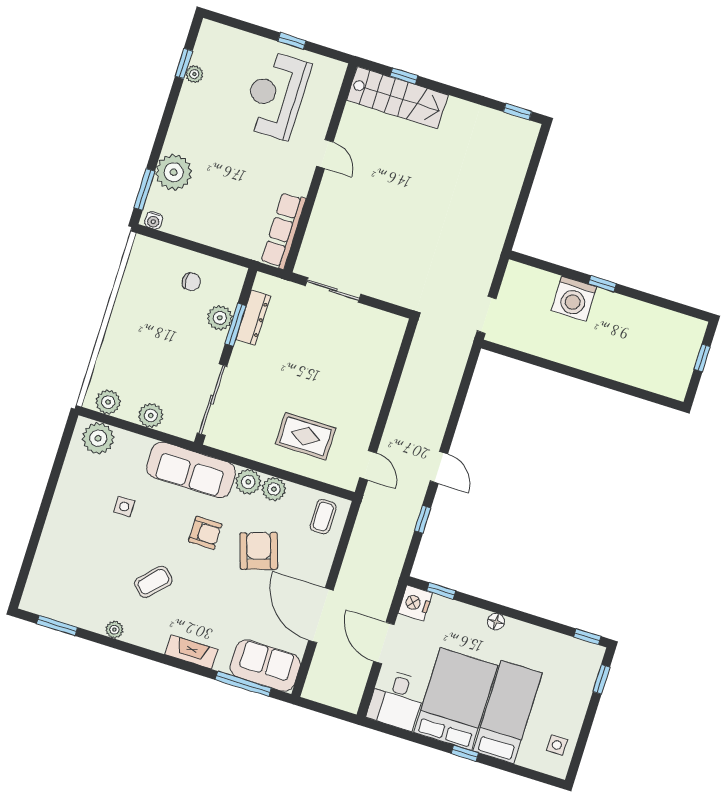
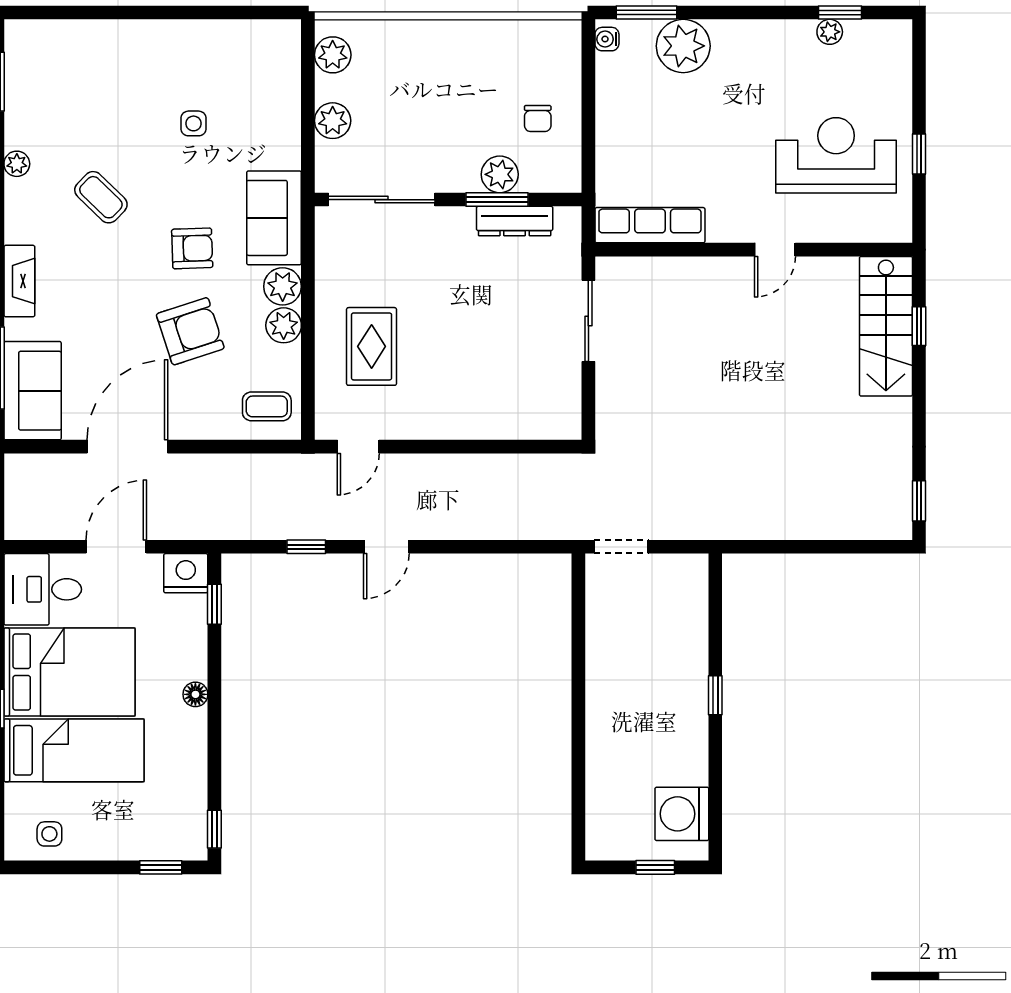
washing machine: (574, 299) -> (682, 814), moved
plant: (98, 438) -> (278, 57), removed
sofa: (191, 470) -> (274, 218), width x0.73
armchair: (205, 533) -> (192, 248), turned -92

